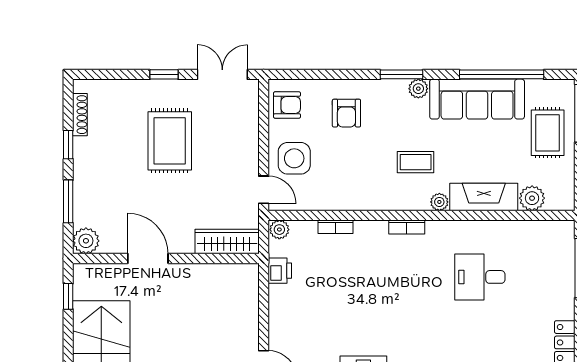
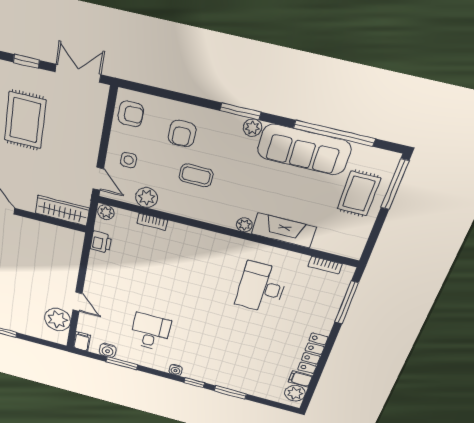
side table: (294, 158) -> (129, 160), width x0.54, depth x0.54
coffee table: (416, 162) -> (196, 175), moved
plant: (532, 198) -> (147, 198), moved
bookcase: (407, 227) -> (325, 265), moved
desk: (480, 277) -> (261, 288), width x1.37

